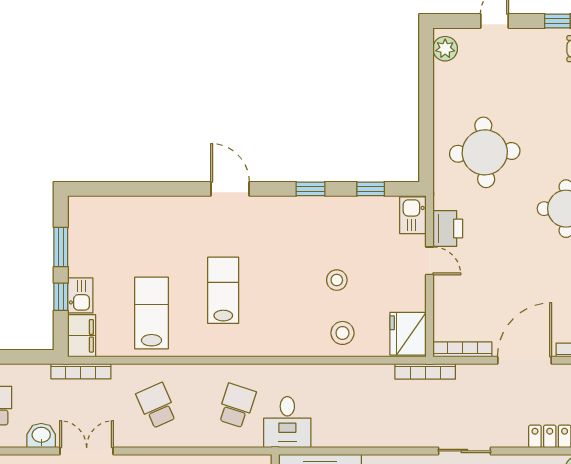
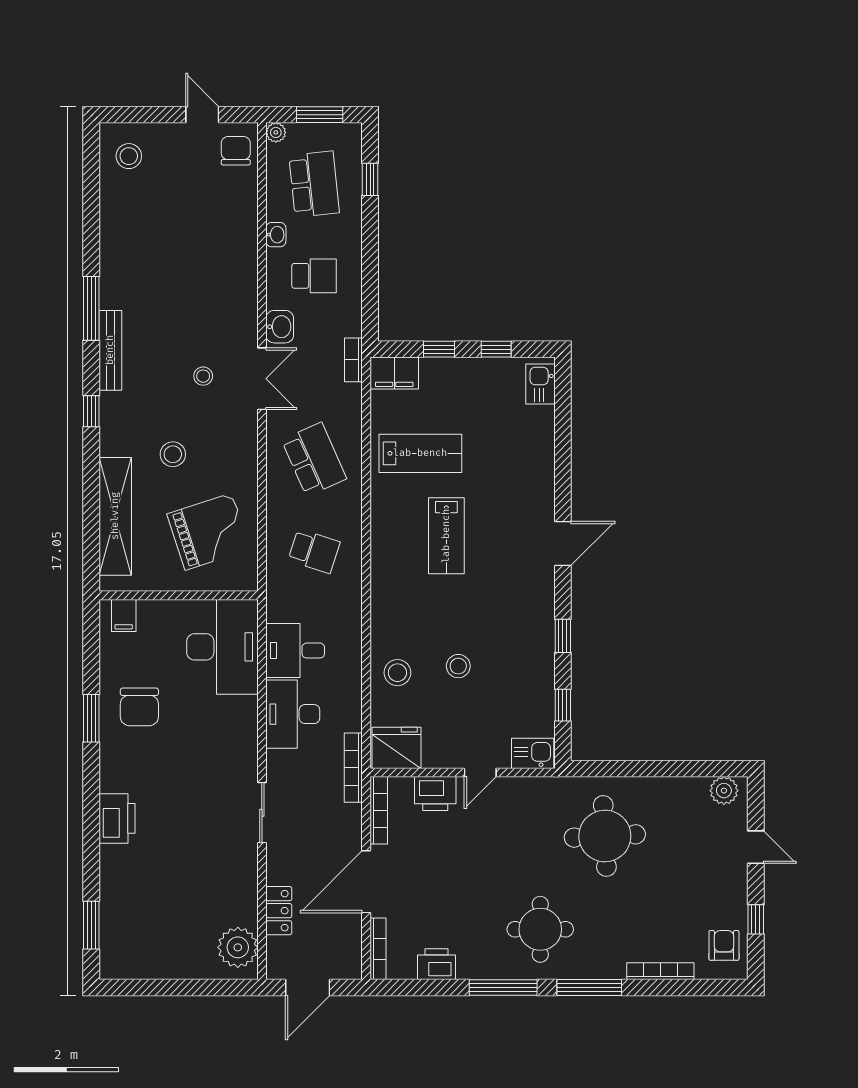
printer: (448, 228) -> (435, 794), moved
window: (61, 247) -> (496, 349), width x0.67
lab bench: (223, 290) -> (446, 536), turned 90
kitchen sink: (80, 295) -> (540, 384), moved, turned 90
door: (525, 360) -> (366, 882), swing flipped
bookcase: (81, 371) -> (353, 360), width x0.64
school desk: (157, 406) -> (314, 459), width x1.85
desk: (287, 422) -> (295, 651), moved
desk: (379, 424) -> (293, 714), added

